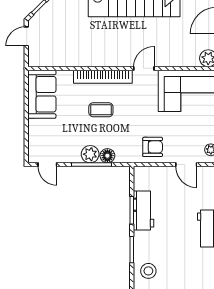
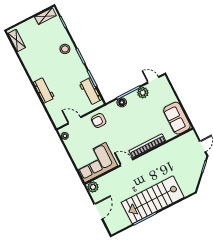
door: (144, 68) -> (127, 162), swing flipped
coffee table: (101, 110) -> (139, 127), removed
plant: (90, 154) -> (143, 93), moved
workbench: (143, 211) -> (90, 92), moved

